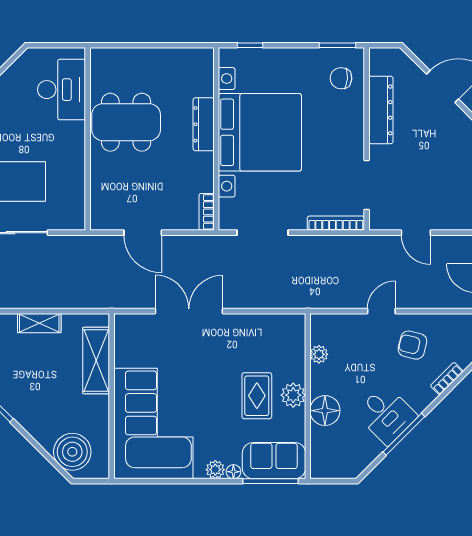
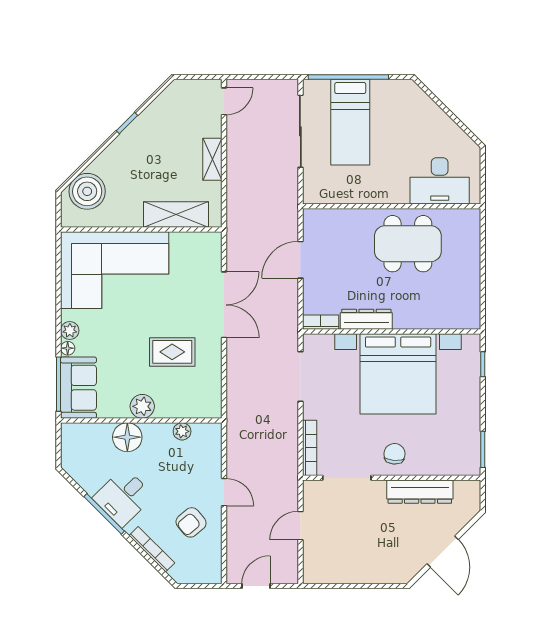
chair: (341, 78) -> (394, 454), moved
dining table: (126, 122) -> (408, 244), turned 90
dresser: (204, 124) -> (366, 319), moved
armchair: (412, 345) -> (191, 522), turned -144
bookcase: (447, 379) -> (152, 549), width x1.56
rug: (257, 396) -> (172, 352), moved

